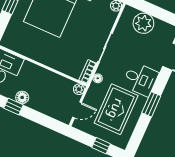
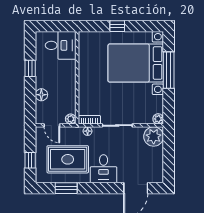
plant: (143, 23) -> (154, 137), moved
floor lamp: (22, 97) -> (41, 95), moved
window: (151, 104) -> (66, 188), moved

